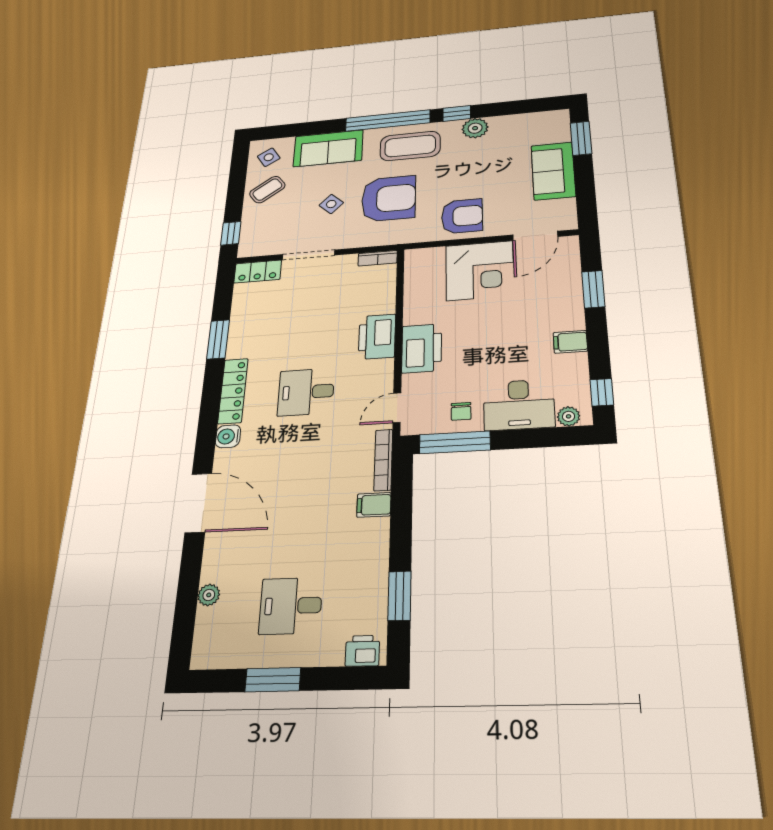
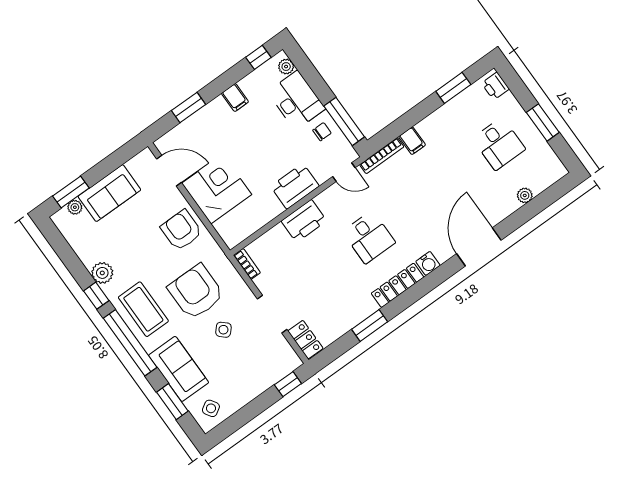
window: (303, 129) -> (172, 402), added
plant: (562, 135) -> (75, 207), added
coffee table: (267, 190) -> (238, 387), removed

